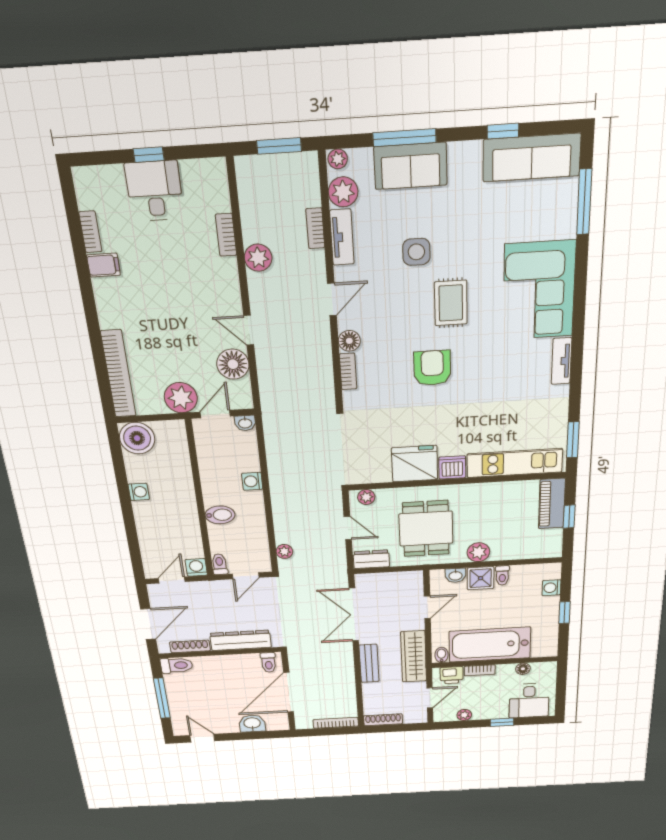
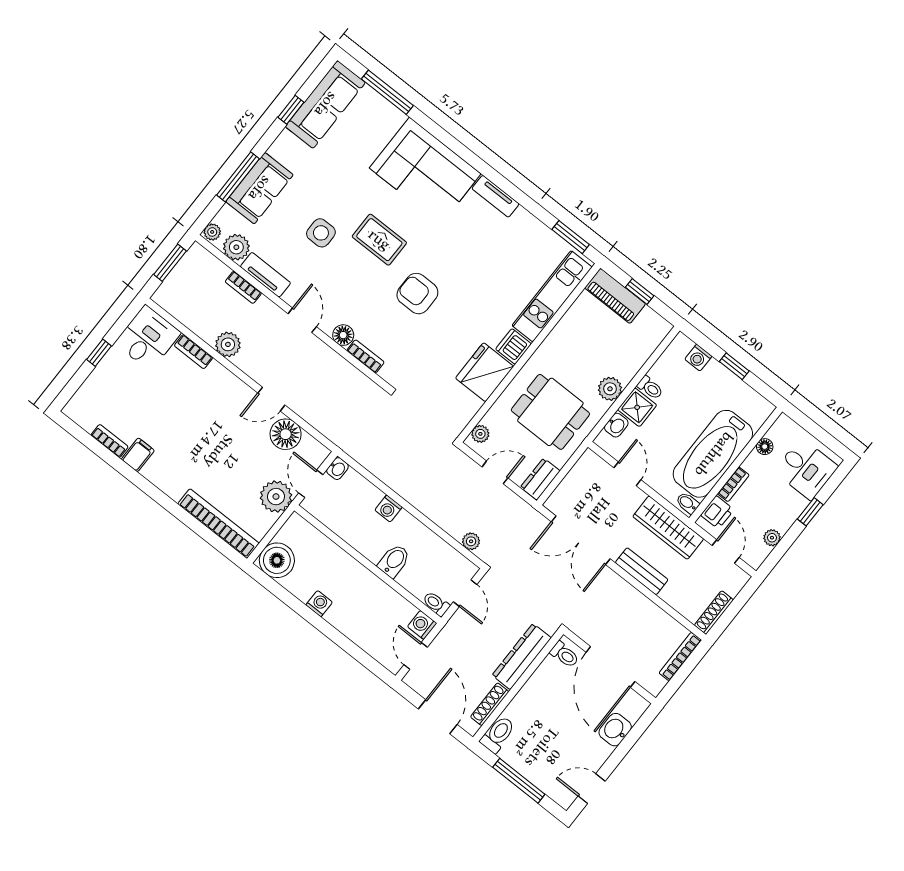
desk: (155, 191) -> (148, 338), moved, turned 90

